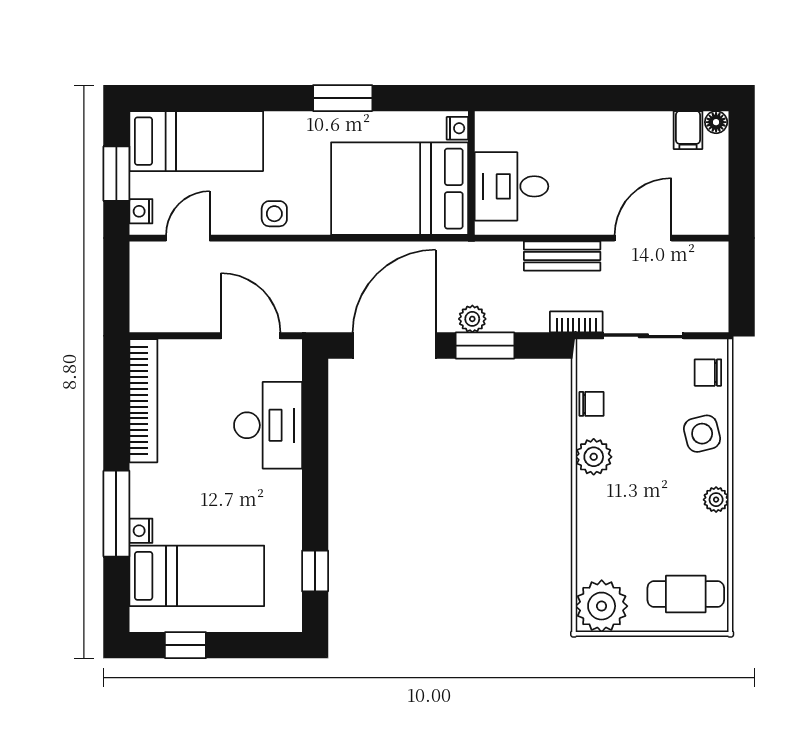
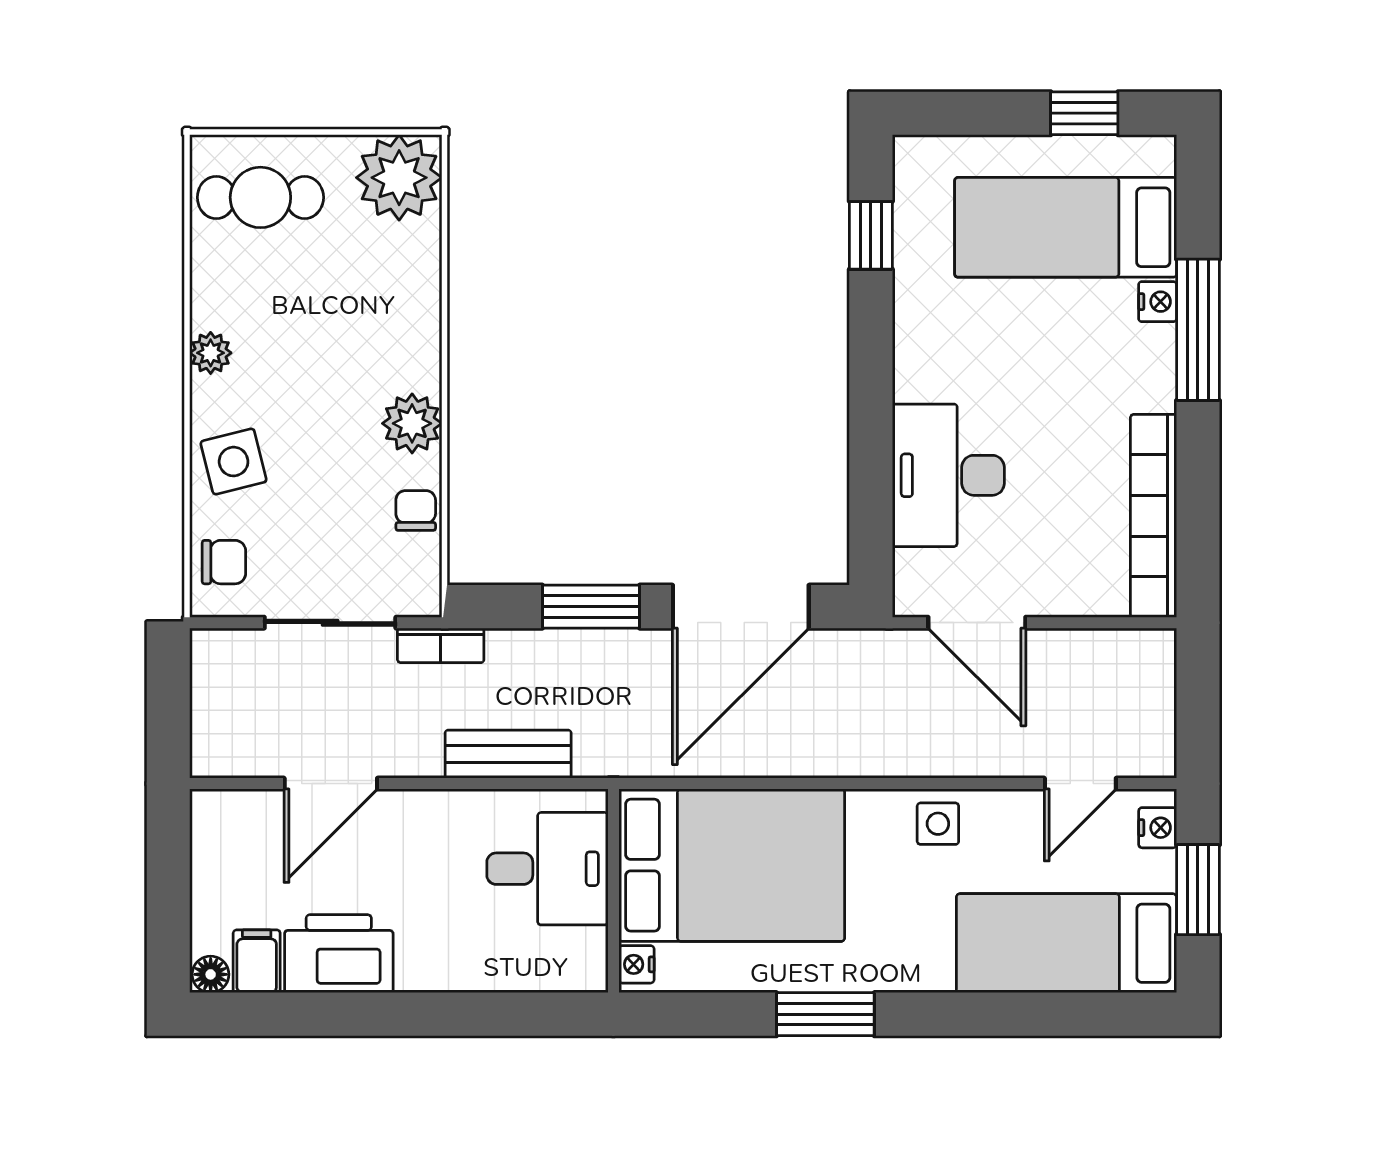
printer: (638, 135) -> (339, 954), added
bench: (562, 256) -> (508, 754), moved
plant: (472, 319) -> (612, 650), removed
chair: (591, 404) -> (416, 510), turned 90

